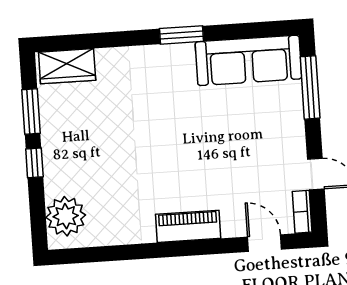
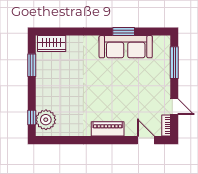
window: (181, 35) -> (124, 32), moved
sofa: (248, 60) -> (126, 47), moved
window: (34, 163) -> (32, 118), moved

